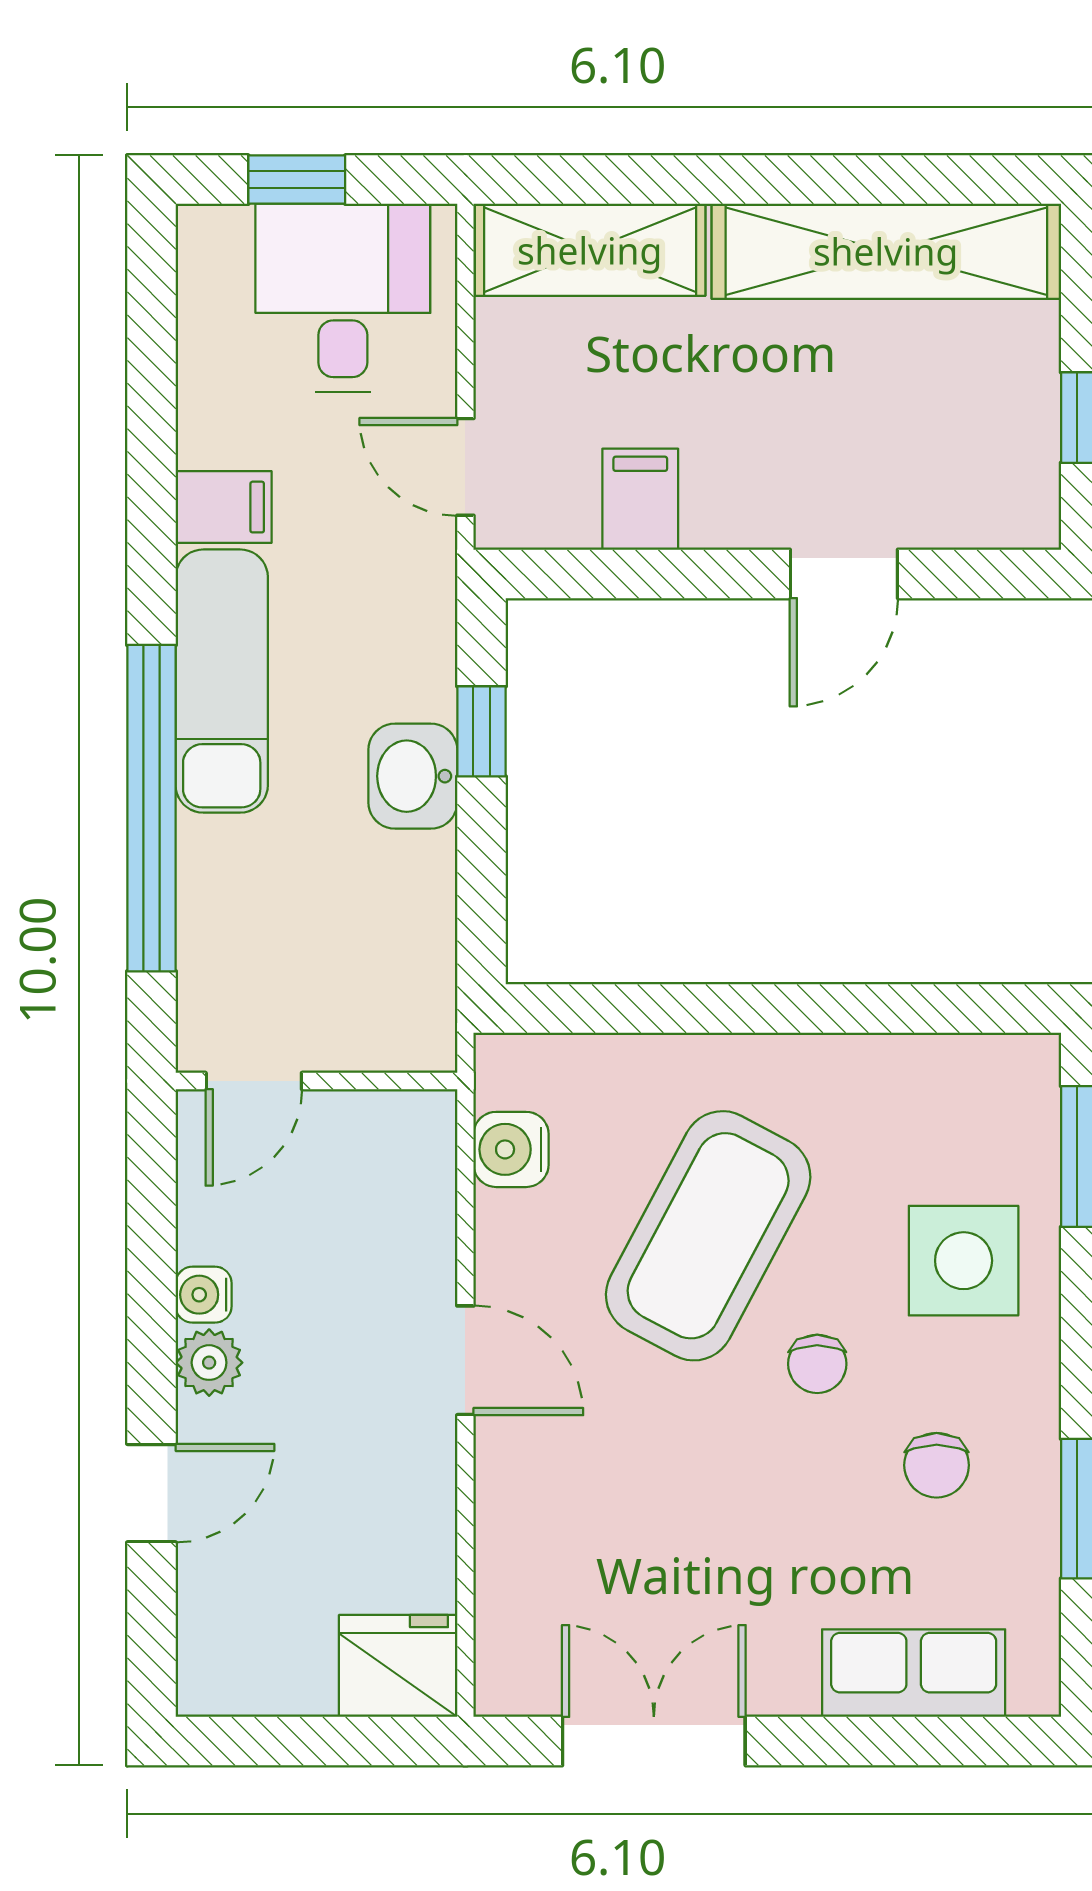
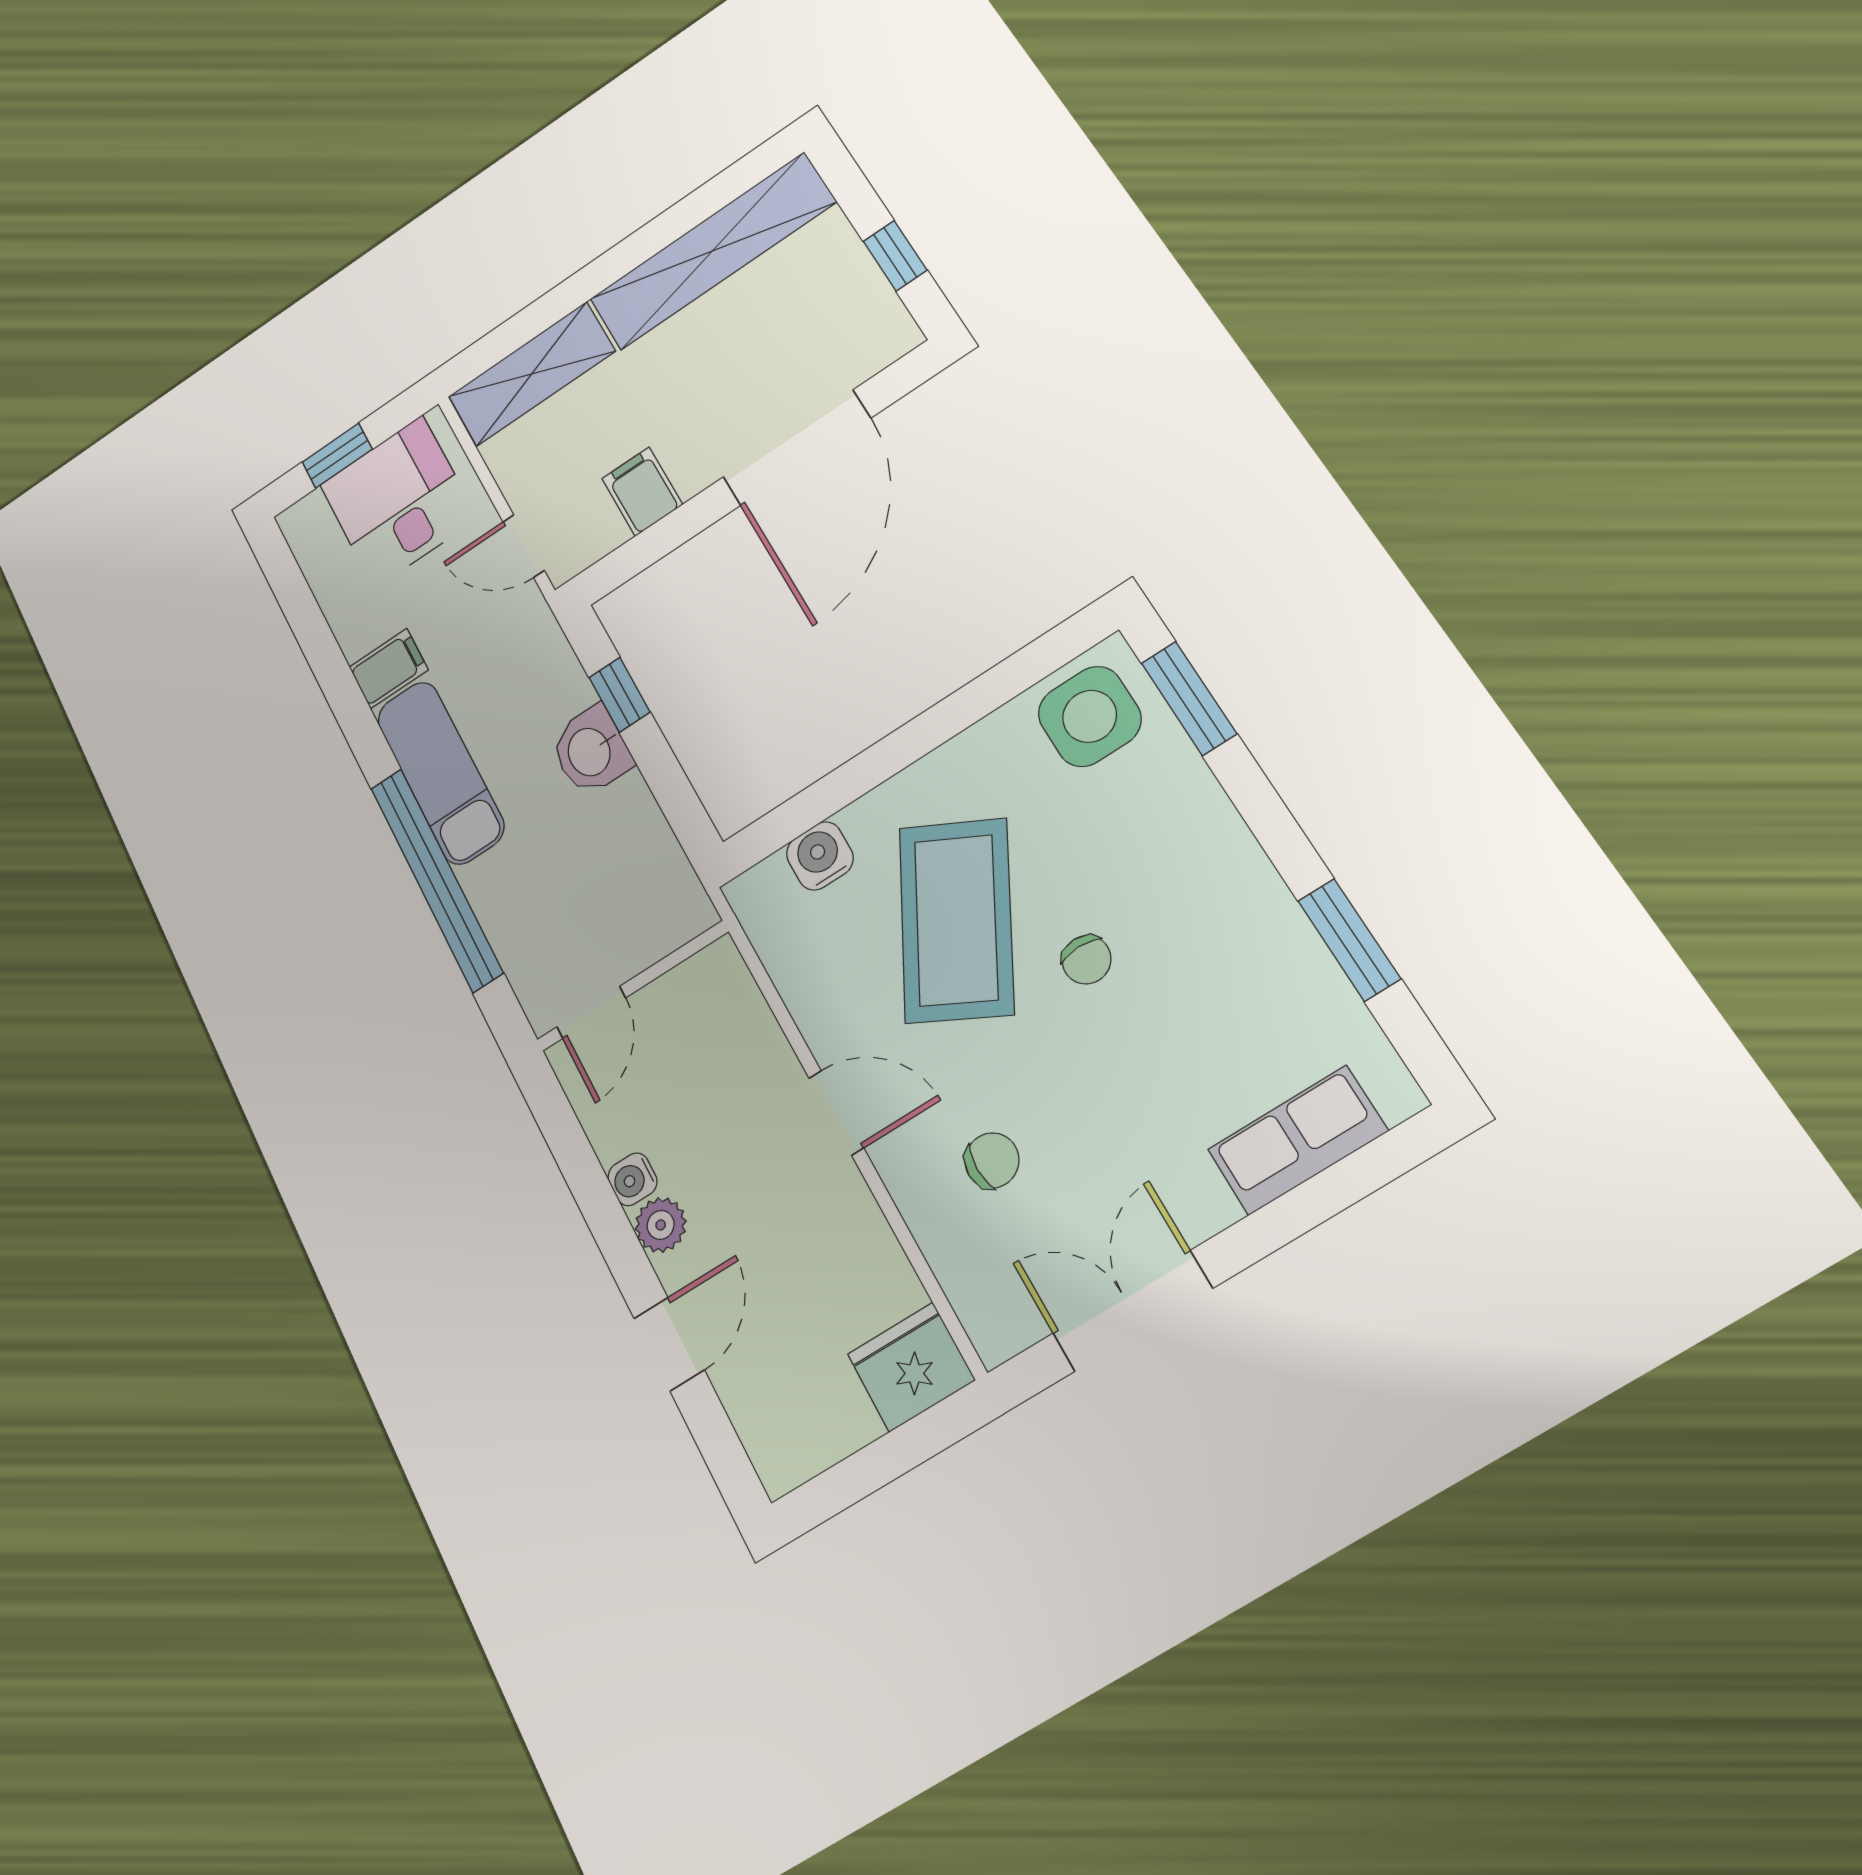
door: (844, 574) -> (797, 448), width x1.88
water cooler: (511, 1149) -> (820, 856), moved, turned 90
side table: (964, 1261) -> (1090, 716), moved
chair: (937, 1465) -> (992, 1161), moved, turned -90

